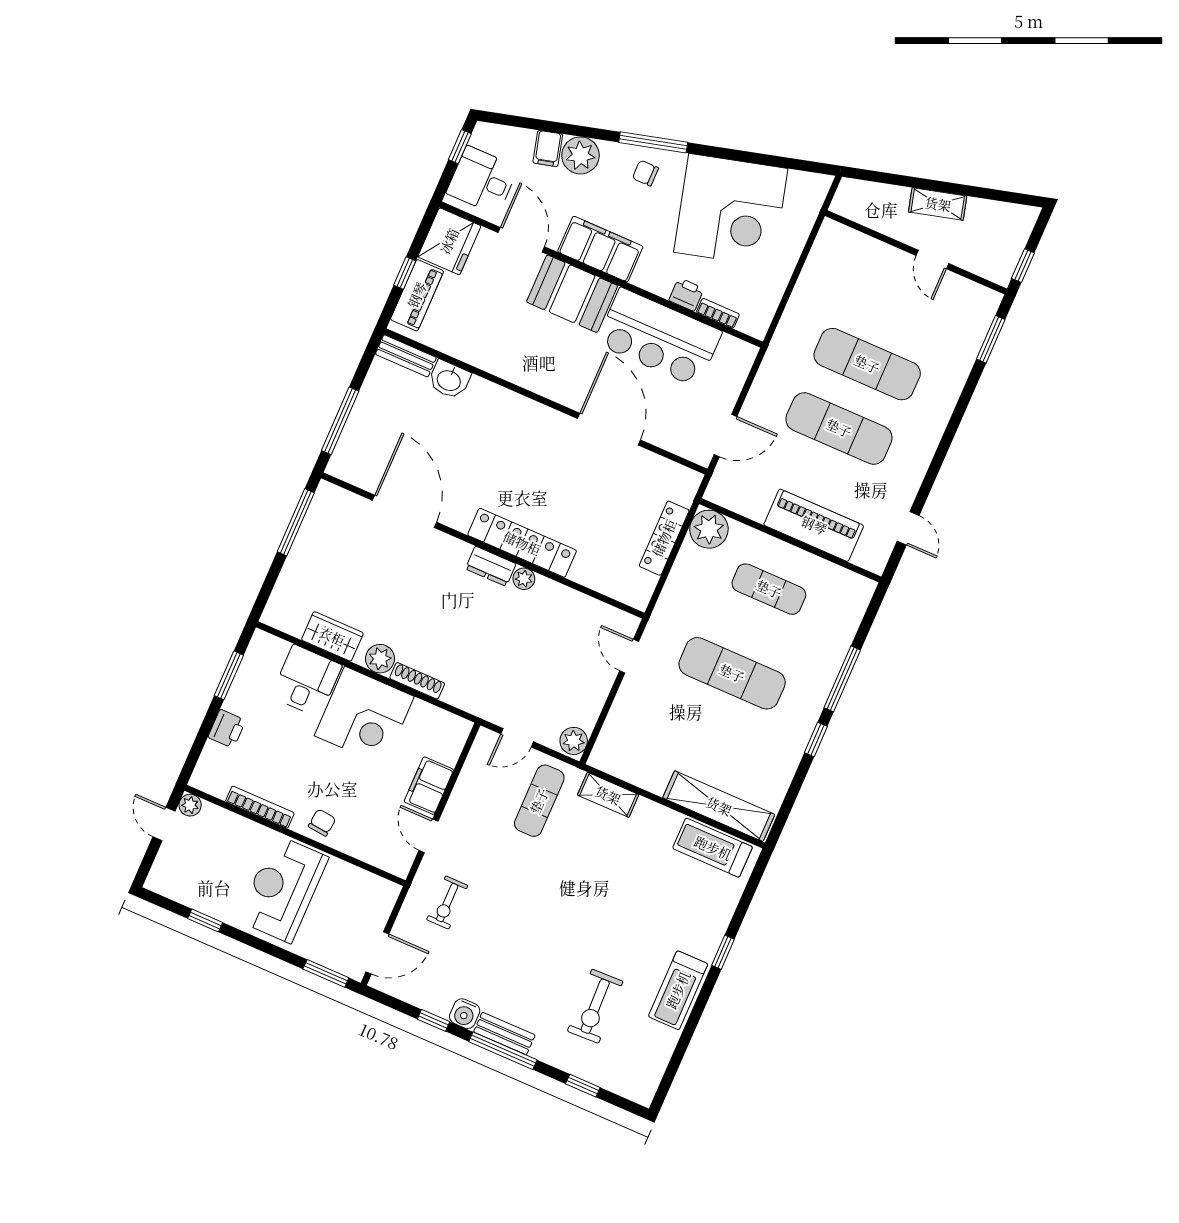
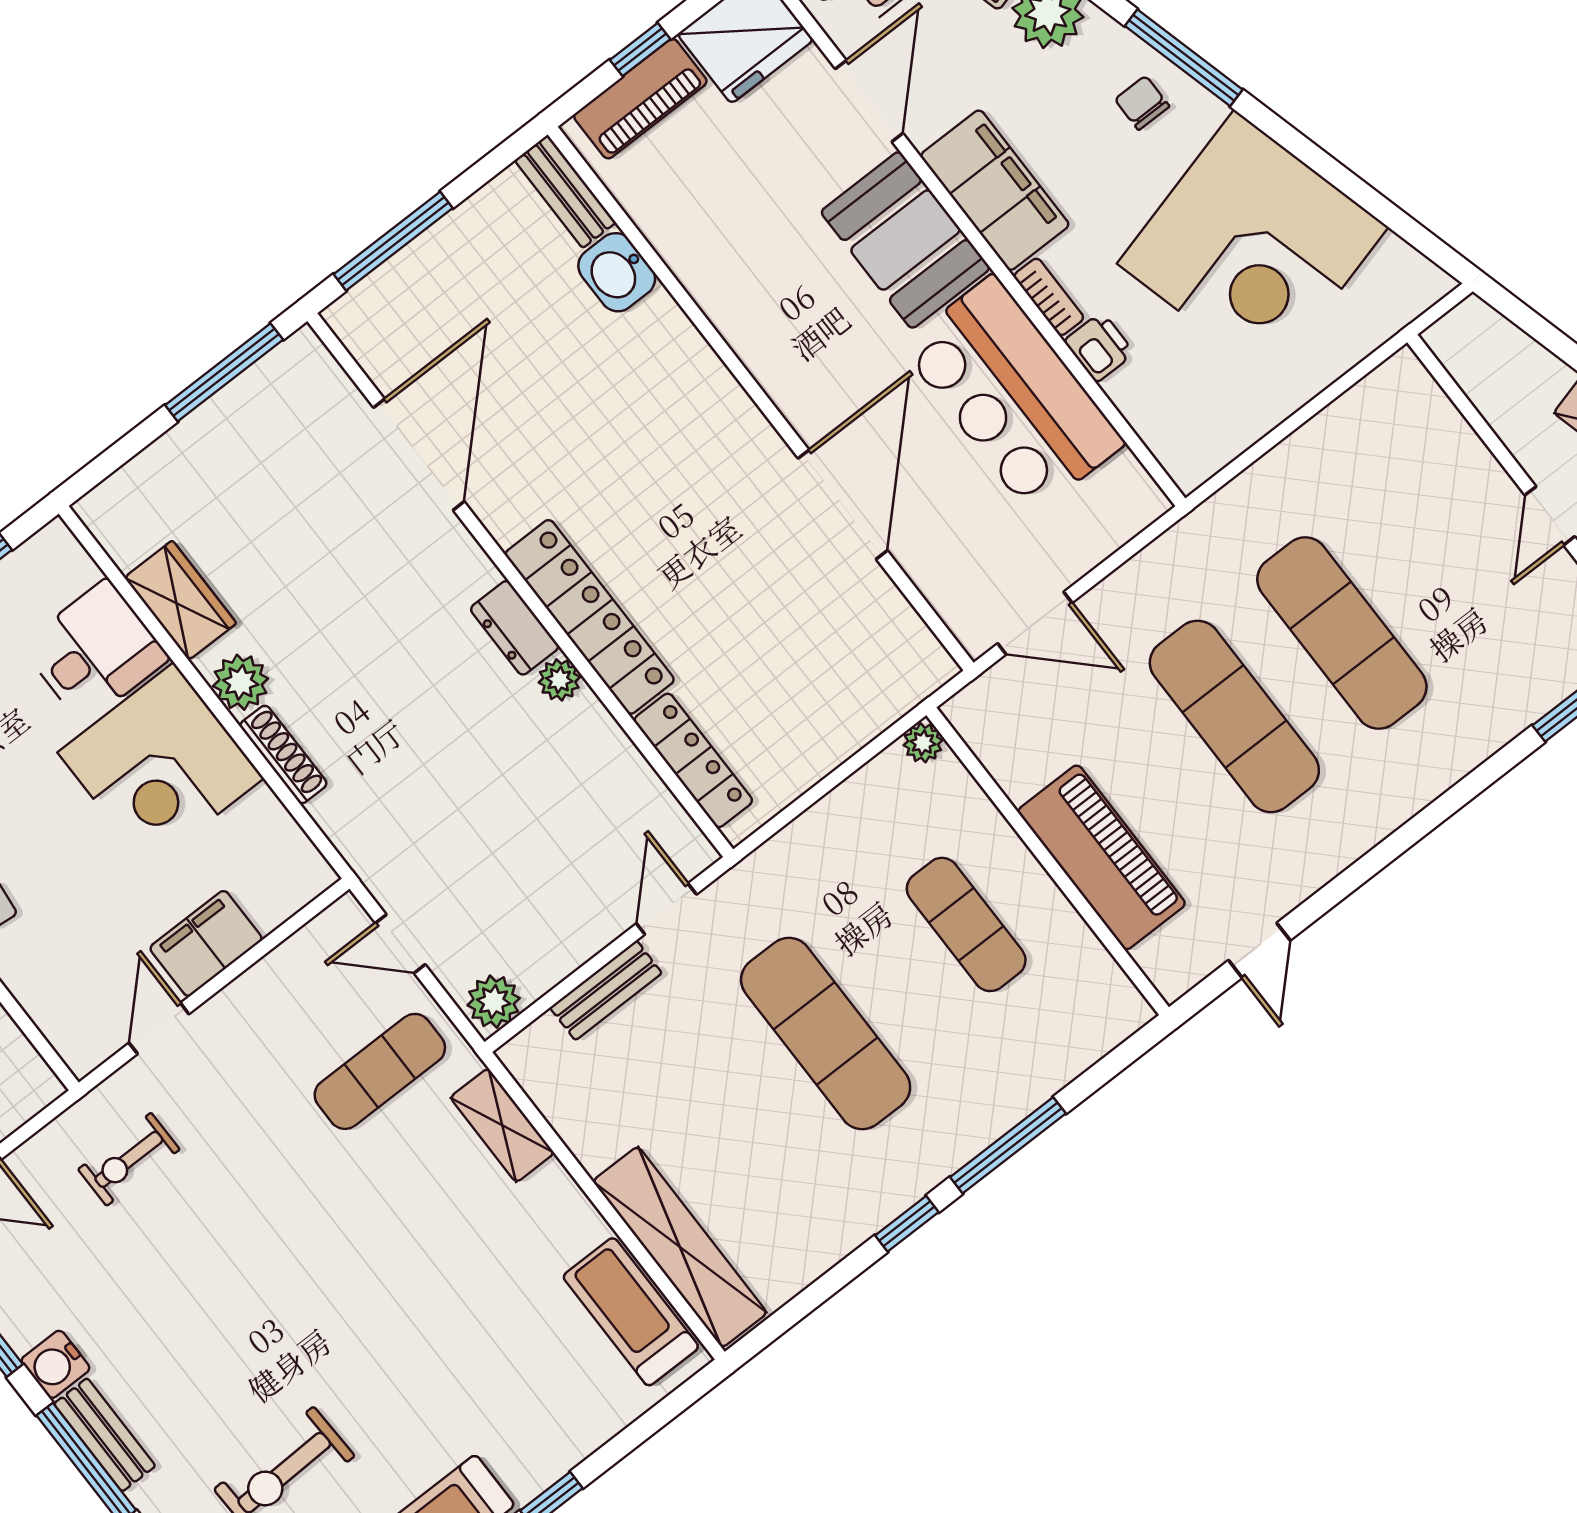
bookcase: (718, 313) -> (1049, 297), moved
plant: (709, 529) -> (923, 743), width x0.53, depth x0.53
locker: (664, 538) -> (693, 760), moved, turned 90
bench: (622, 708) -> (606, 990), added

